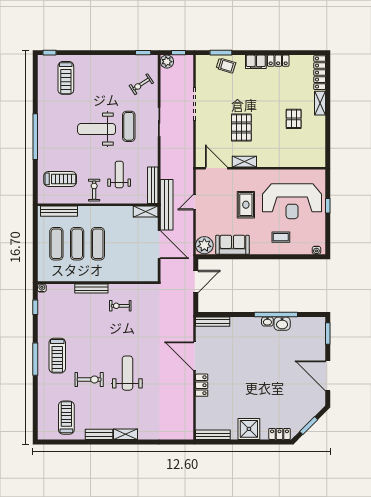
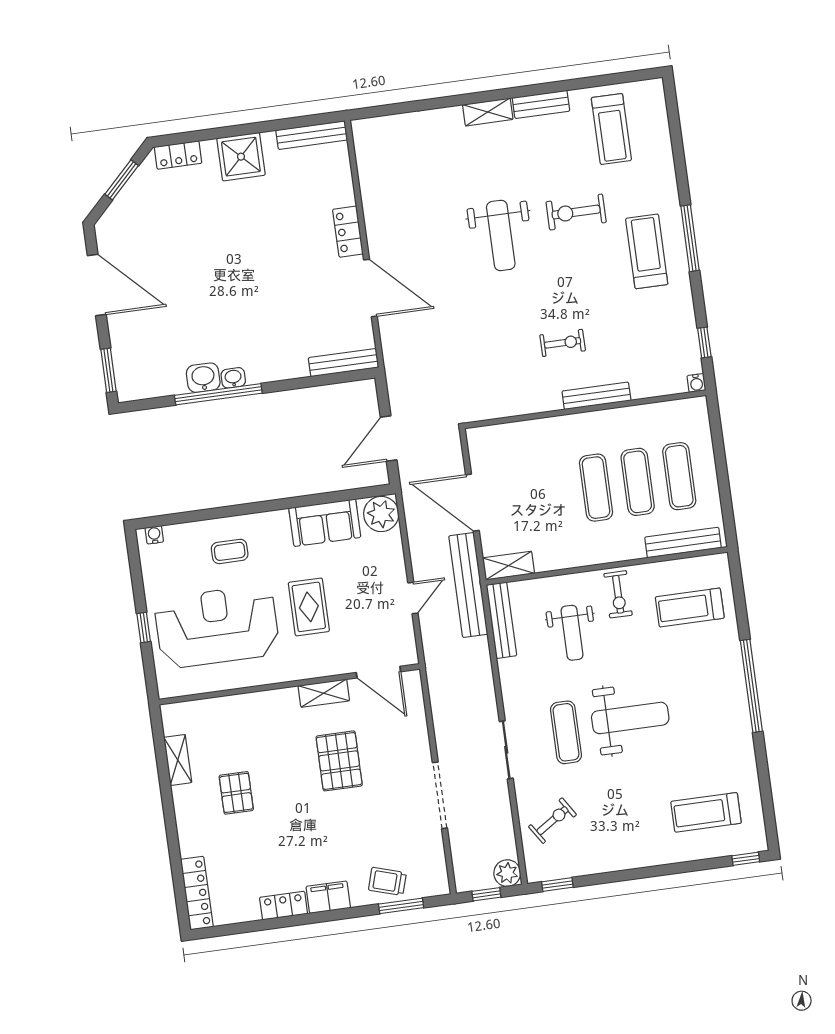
treadmill: (66, 78) -> (706, 812), turned -90
shelving: (320, 103) -> (178, 760), moved
exercise bike: (120, 306) -> (563, 343), moved

